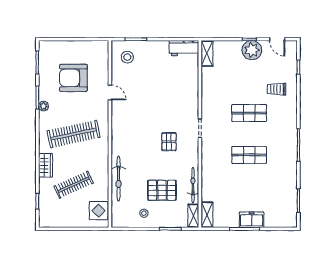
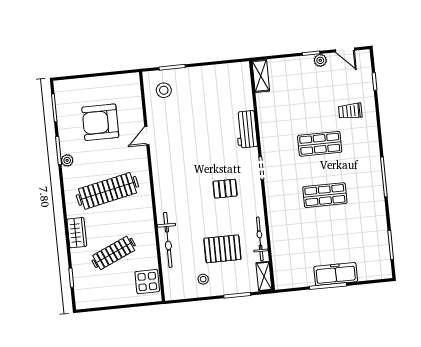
workbench: (184, 48) -> (246, 129), moved, turned 90
plant: (252, 50) -> (320, 60), width x0.53, depth x0.53
door: (110, 92) -> (147, 136), swing flipped
pallet: (169, 142) -> (225, 189), turned 90
shelving: (207, 215) -> (280, 273), removed
freezer: (252, 220) -> (336, 274), width x1.40

